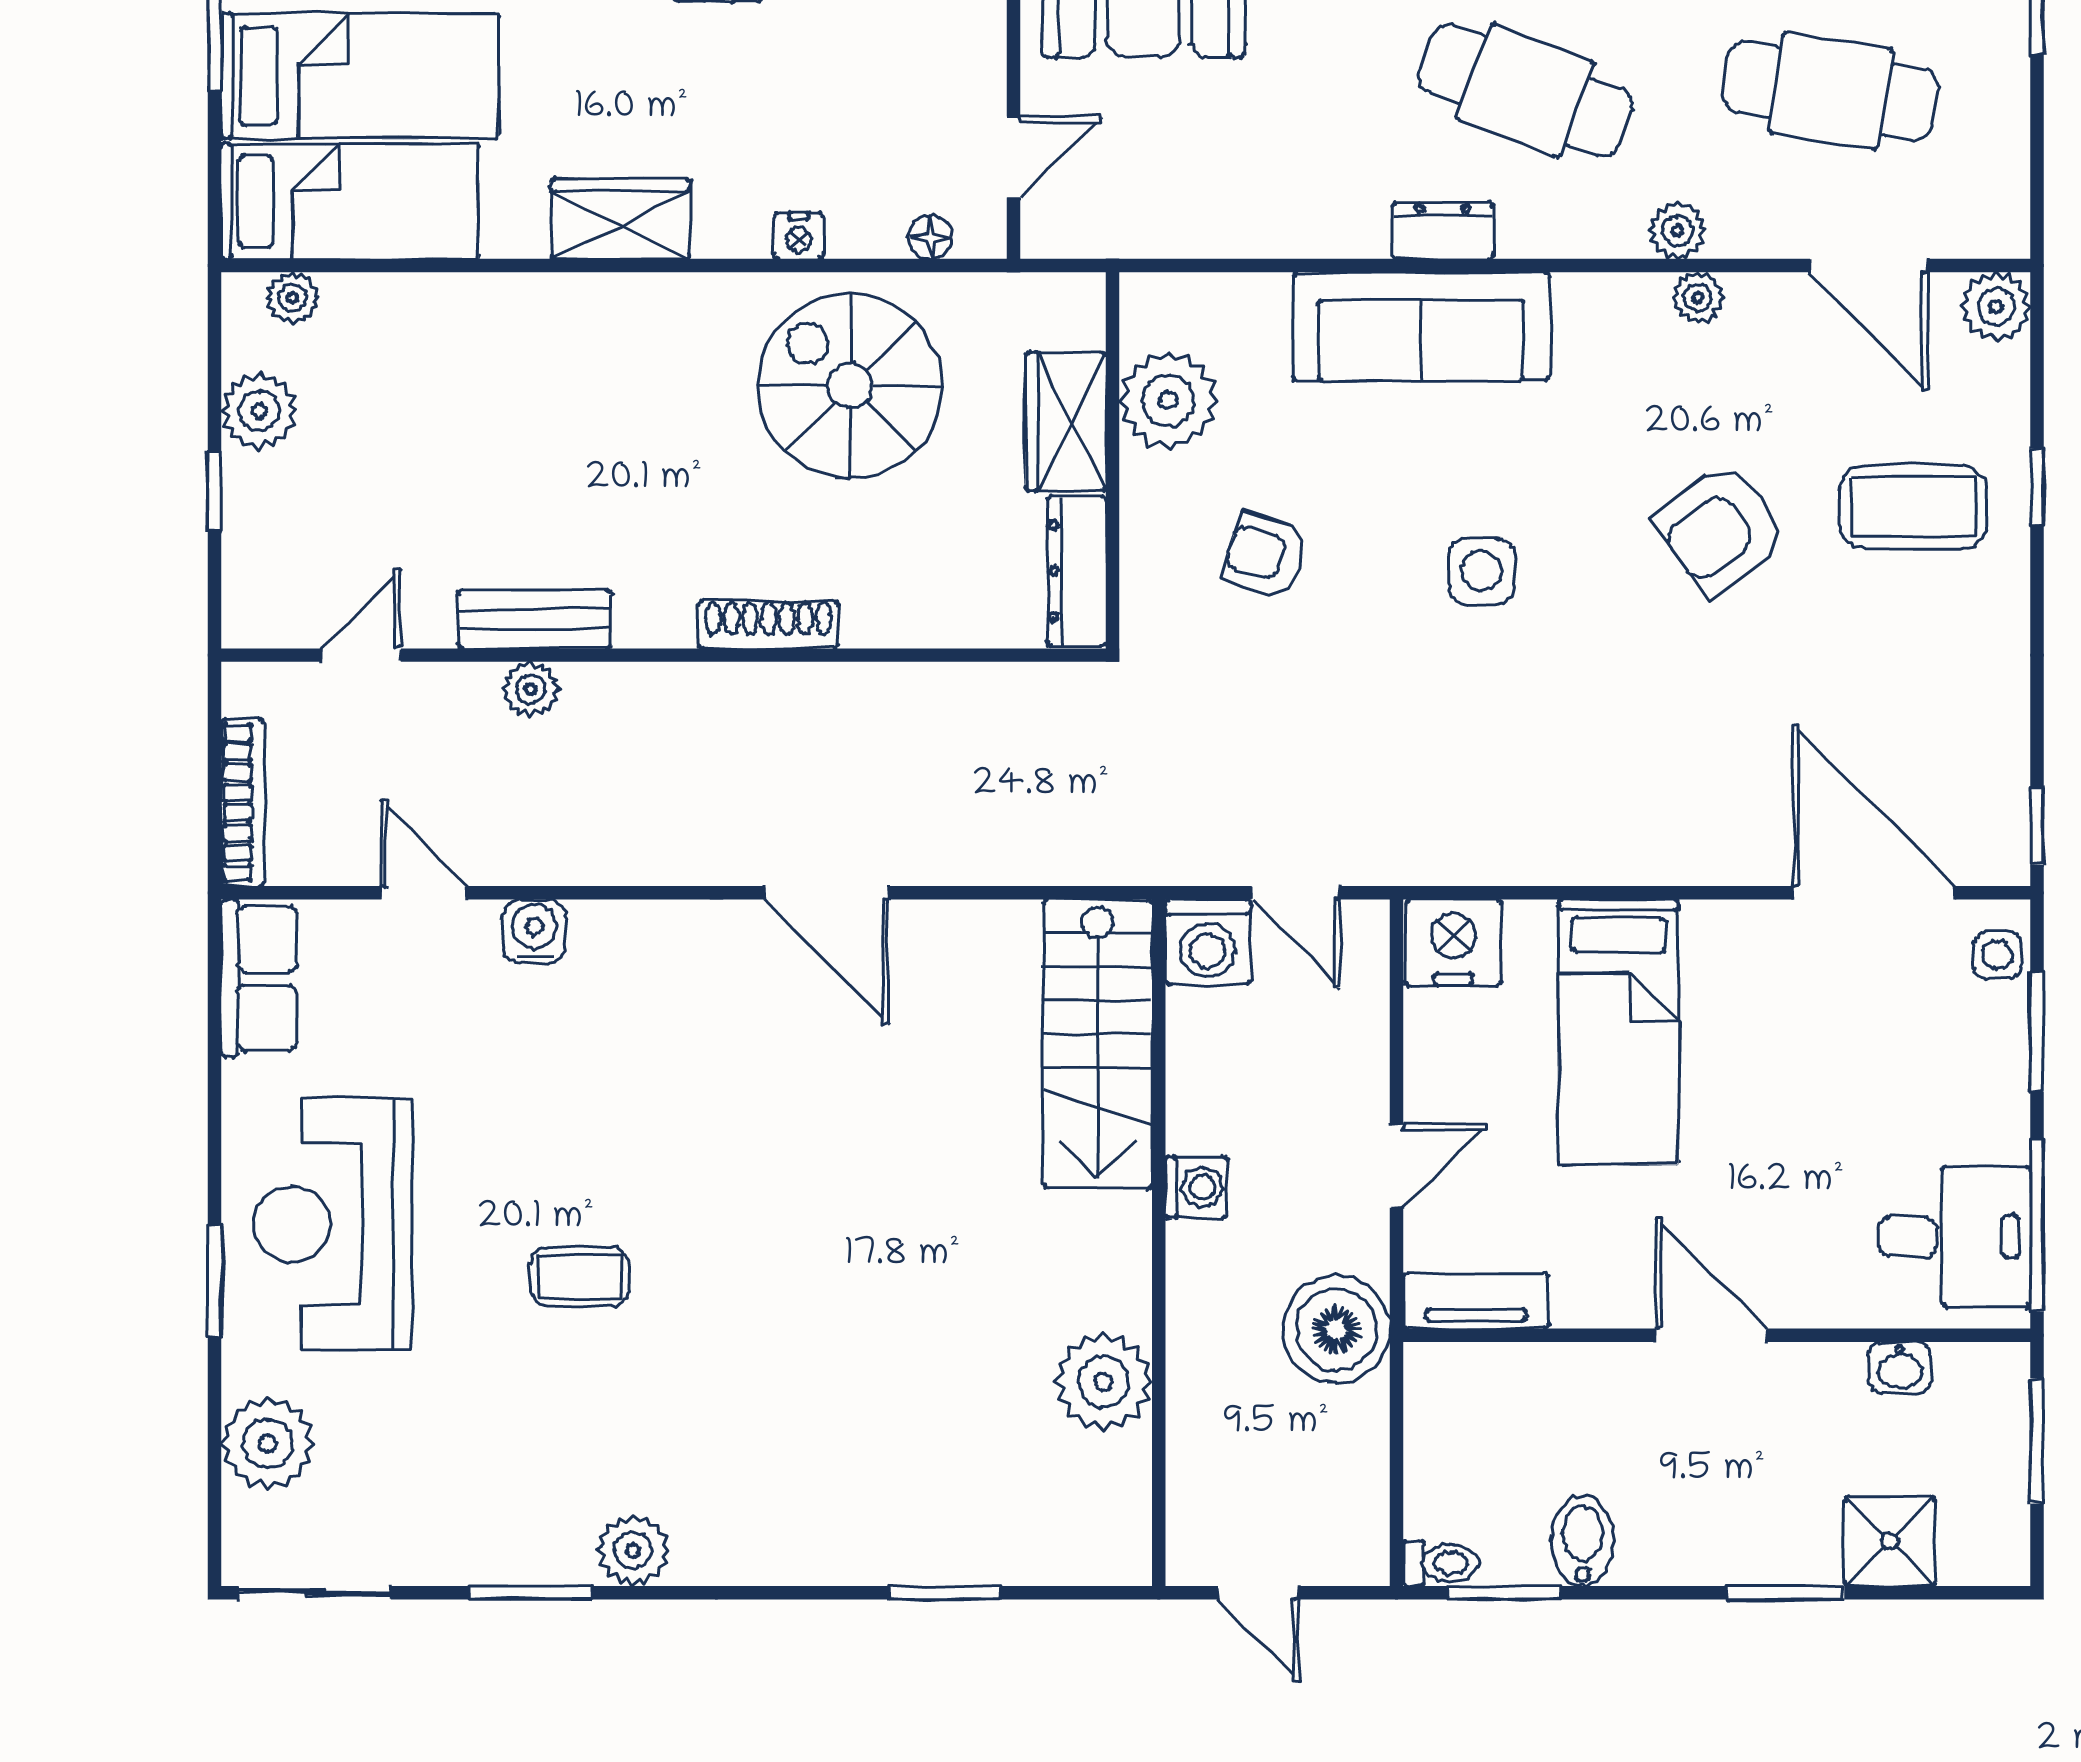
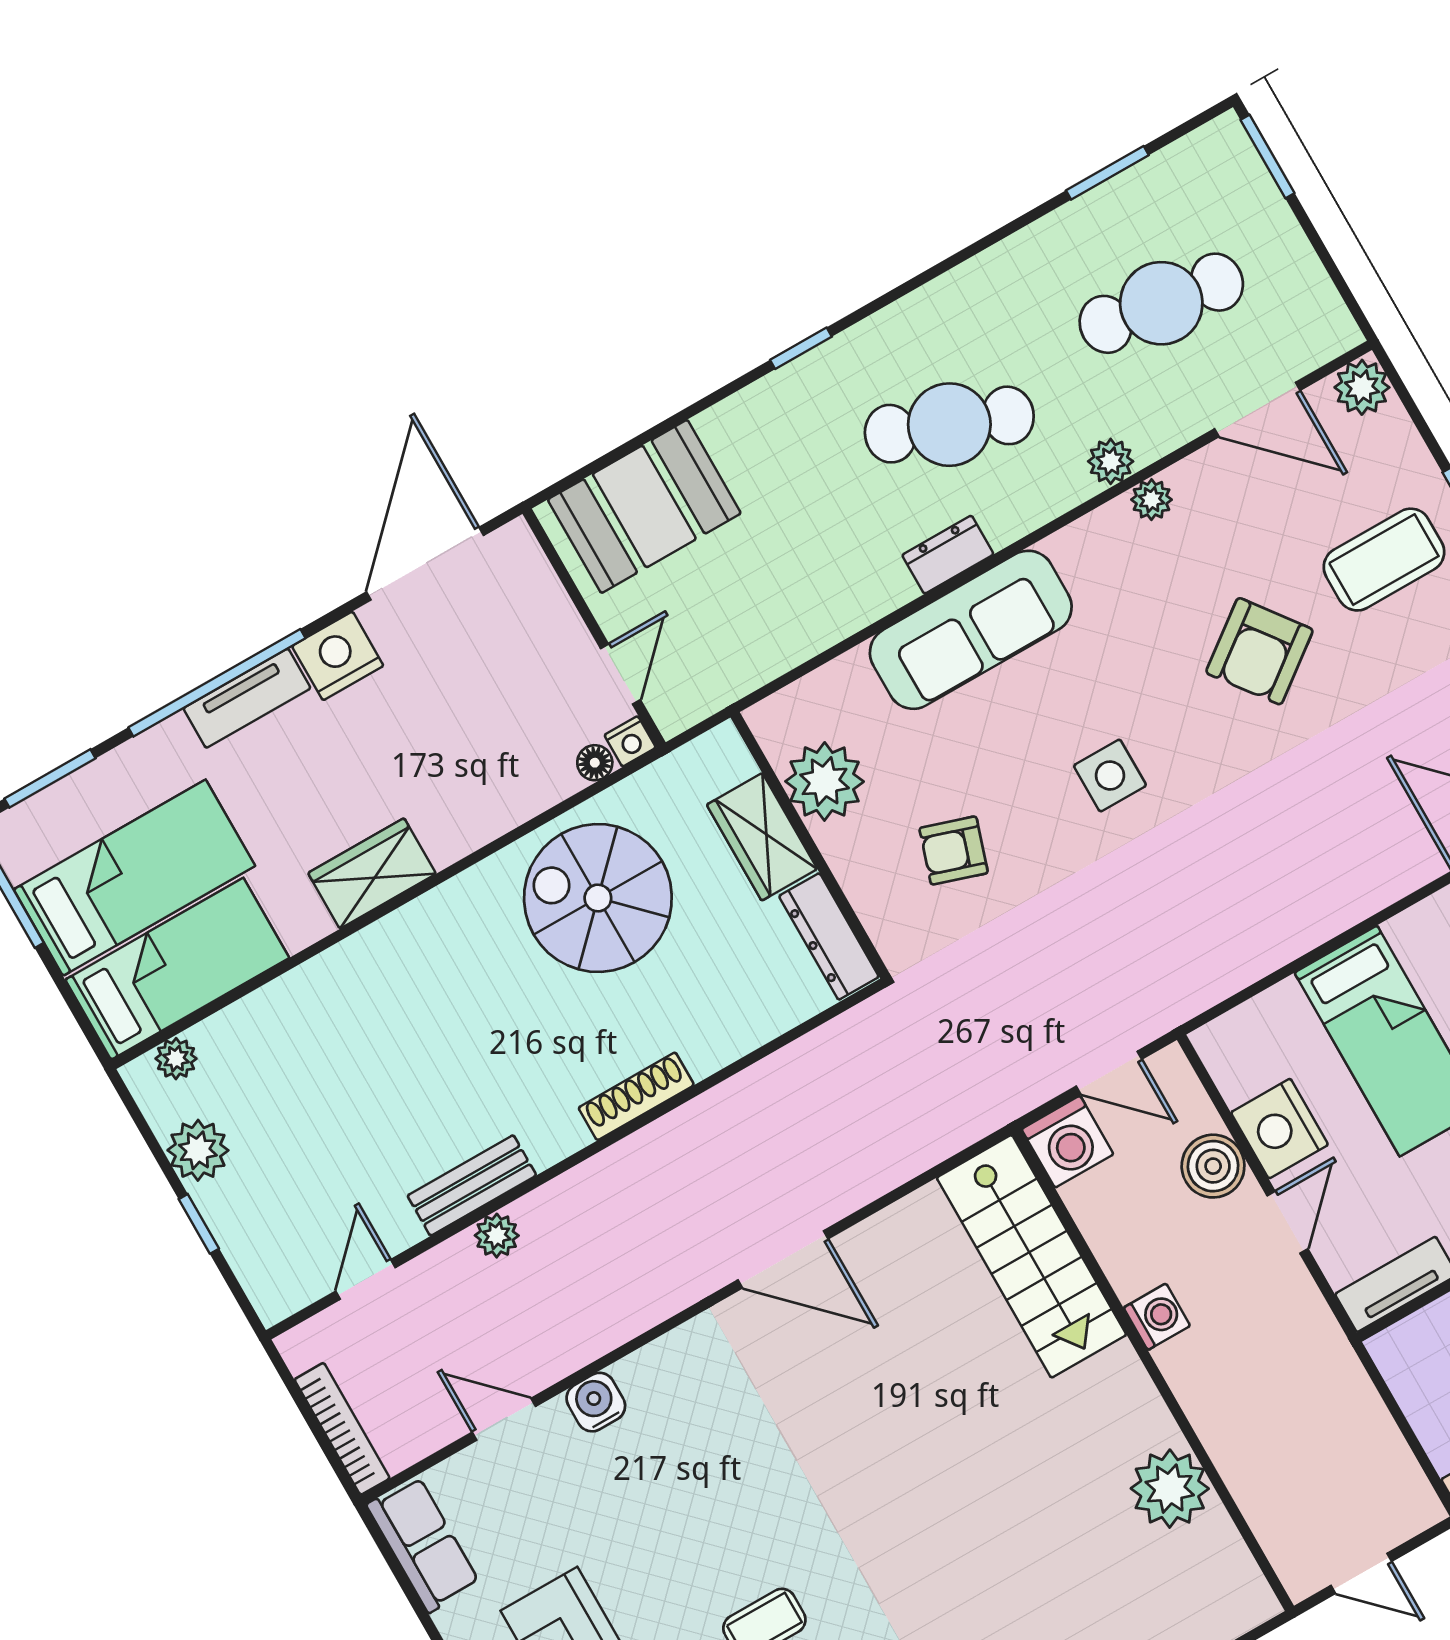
nightstand: (799, 236) -> (630, 741), moved
nightstand: (1453, 942) -> (1280, 1129), moved, turned -90
boiler: (1336, 1329) -> (1213, 1166), moved, width x0.73, depth x0.73

